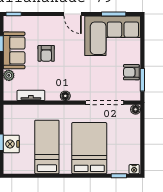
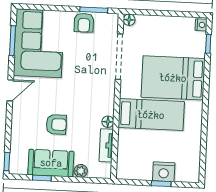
floor lamp: (65, 96) -> (108, 122), moved
bed: (47, 147) -> (151, 115), moved, turned 180

